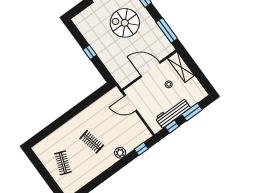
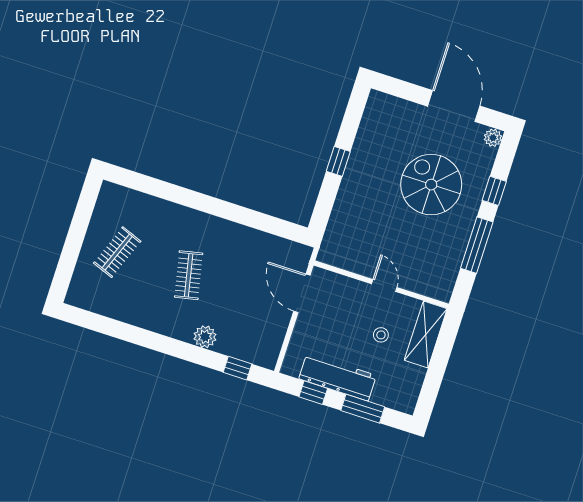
window: (167, 30) -> (477, 245), moved
door: (151, 69) -> (384, 286), width x0.53

